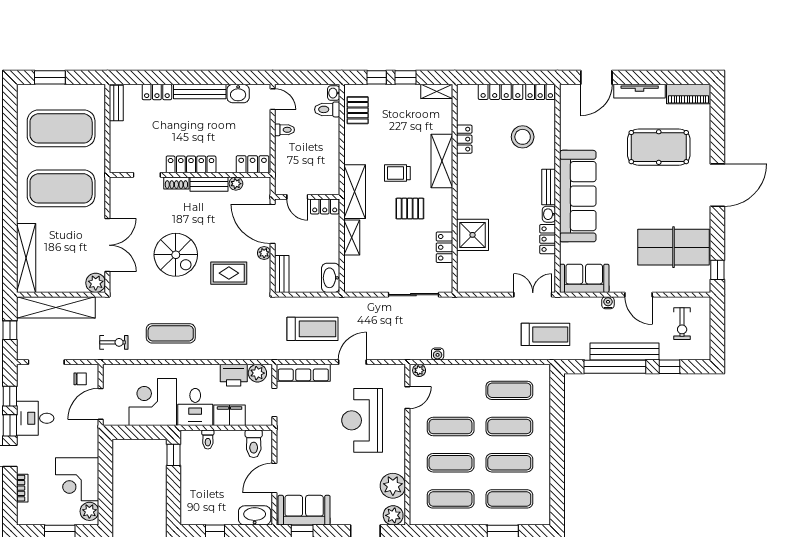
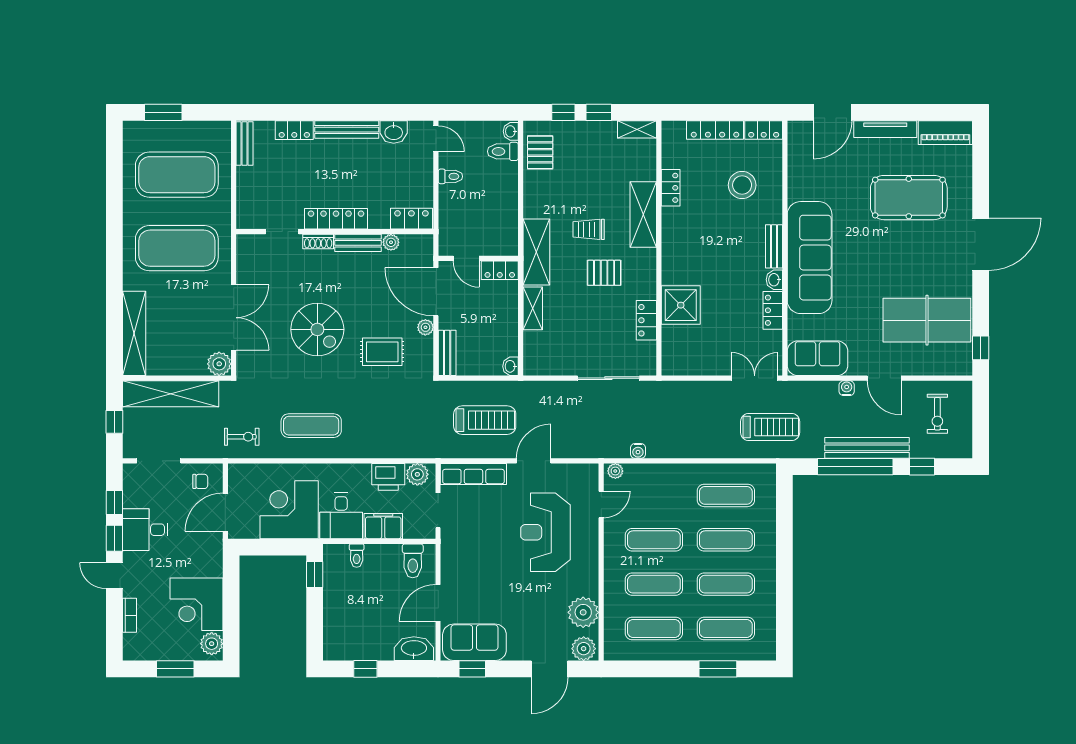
washbasin: (331, 278) -> (510, 366), width x0.52, depth x0.69

